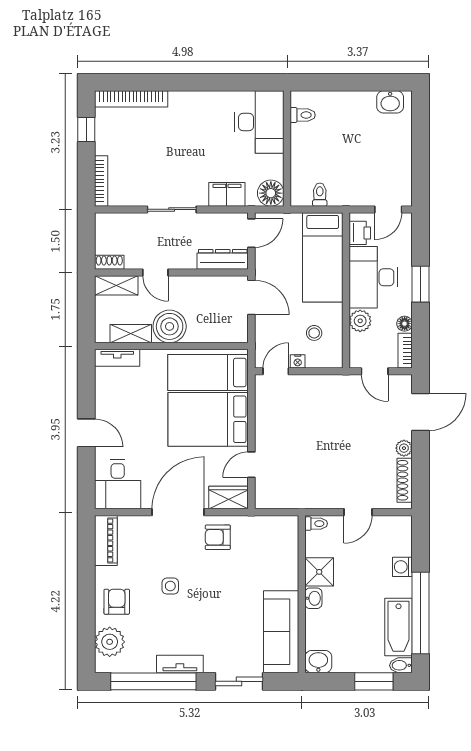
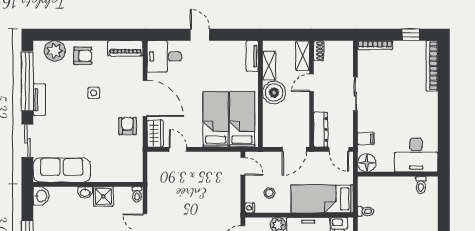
filing cabinet: (227, 194) -> (366, 139), width x0.50
toilet: (320, 195) -> (366, 211), moved
nightstand: (298, 361) -> (250, 208), moved
bed: (208, 419) -> (216, 119), width x0.67
door: (86, 433) -> (200, 35), swing flipped

